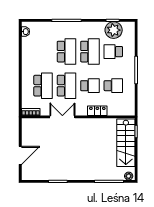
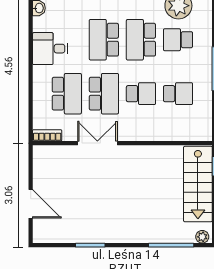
school desk: (67, 52) -> (104, 40), turned 180
school desk: (90, 52) -> (141, 40), turned 180
desk: (33, 57) -> (50, 49), added
locker: (97, 111) -> (153, 133), removed
door: (20, 155) -> (31, 204), hinge flipped

